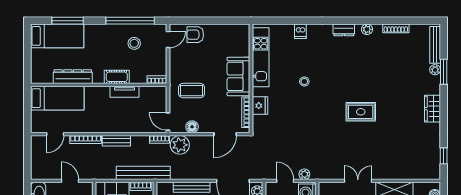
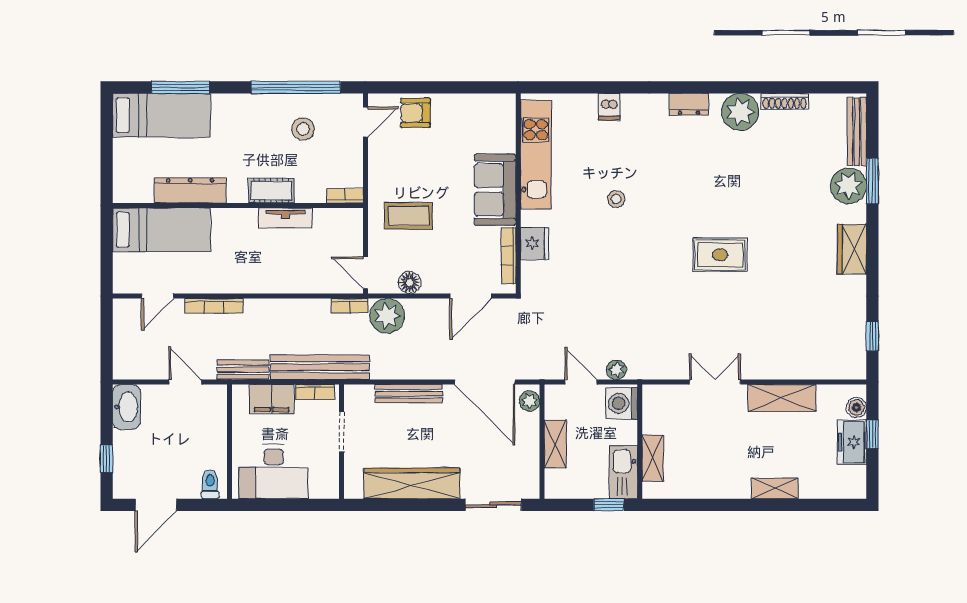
plant: (367, 29) -> (740, 112), width x1.87, depth x1.87
plant: (435, 70) -> (848, 186), width x1.87, depth x1.87
bench: (116, 141) -> (243, 370), moved

